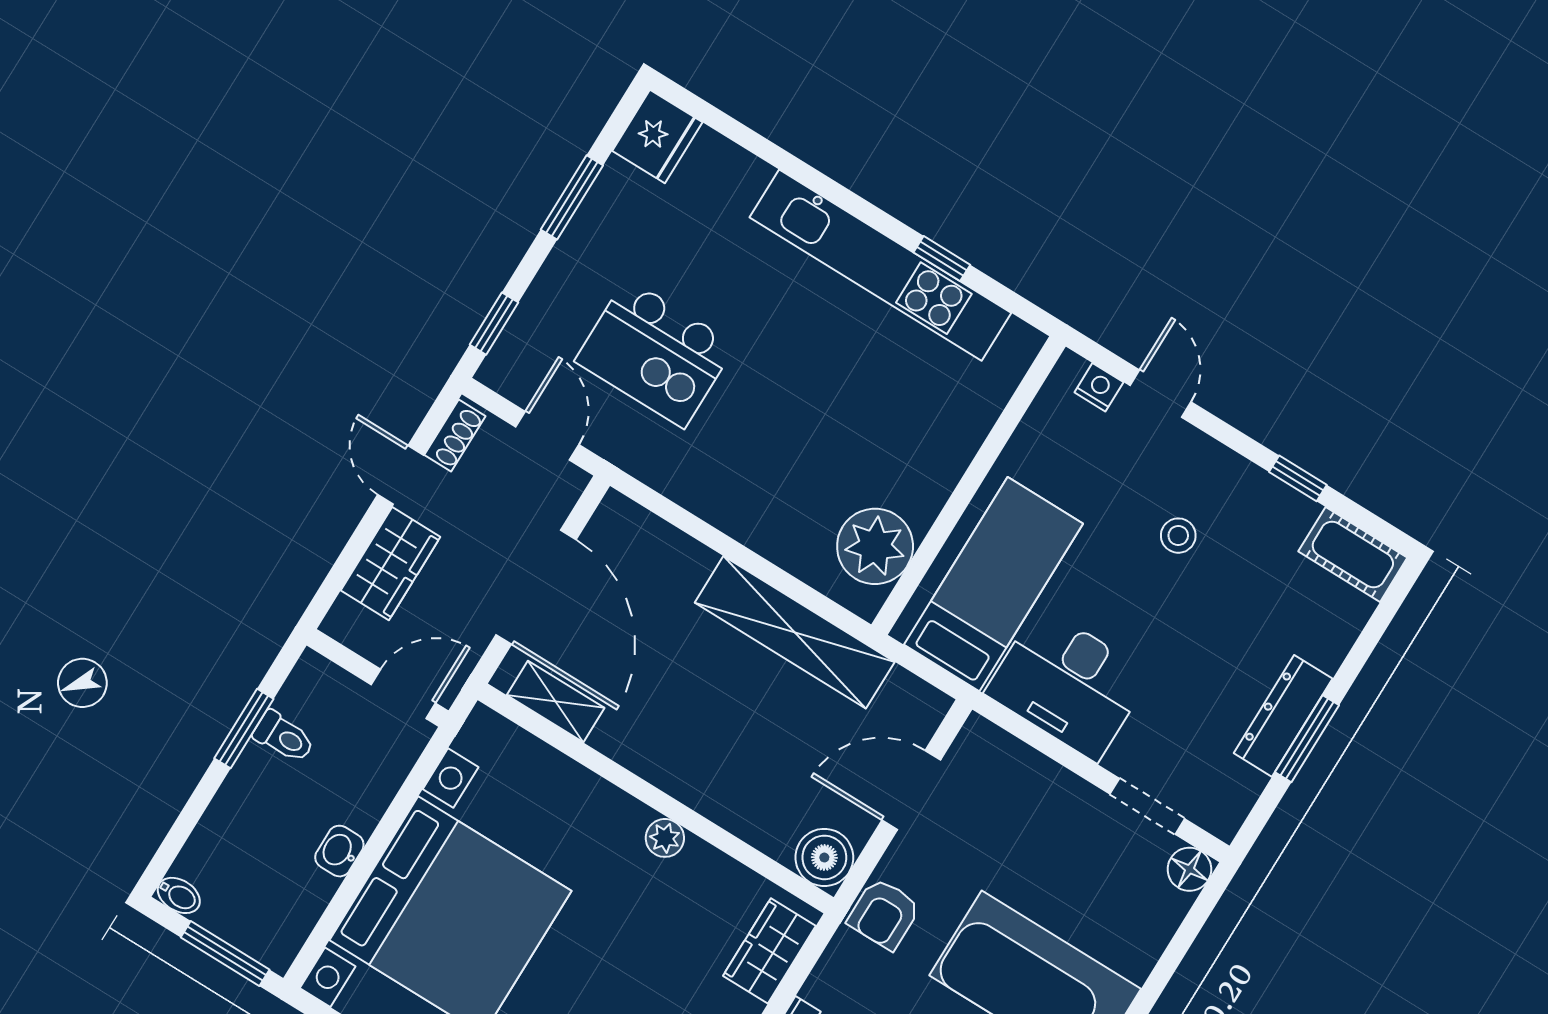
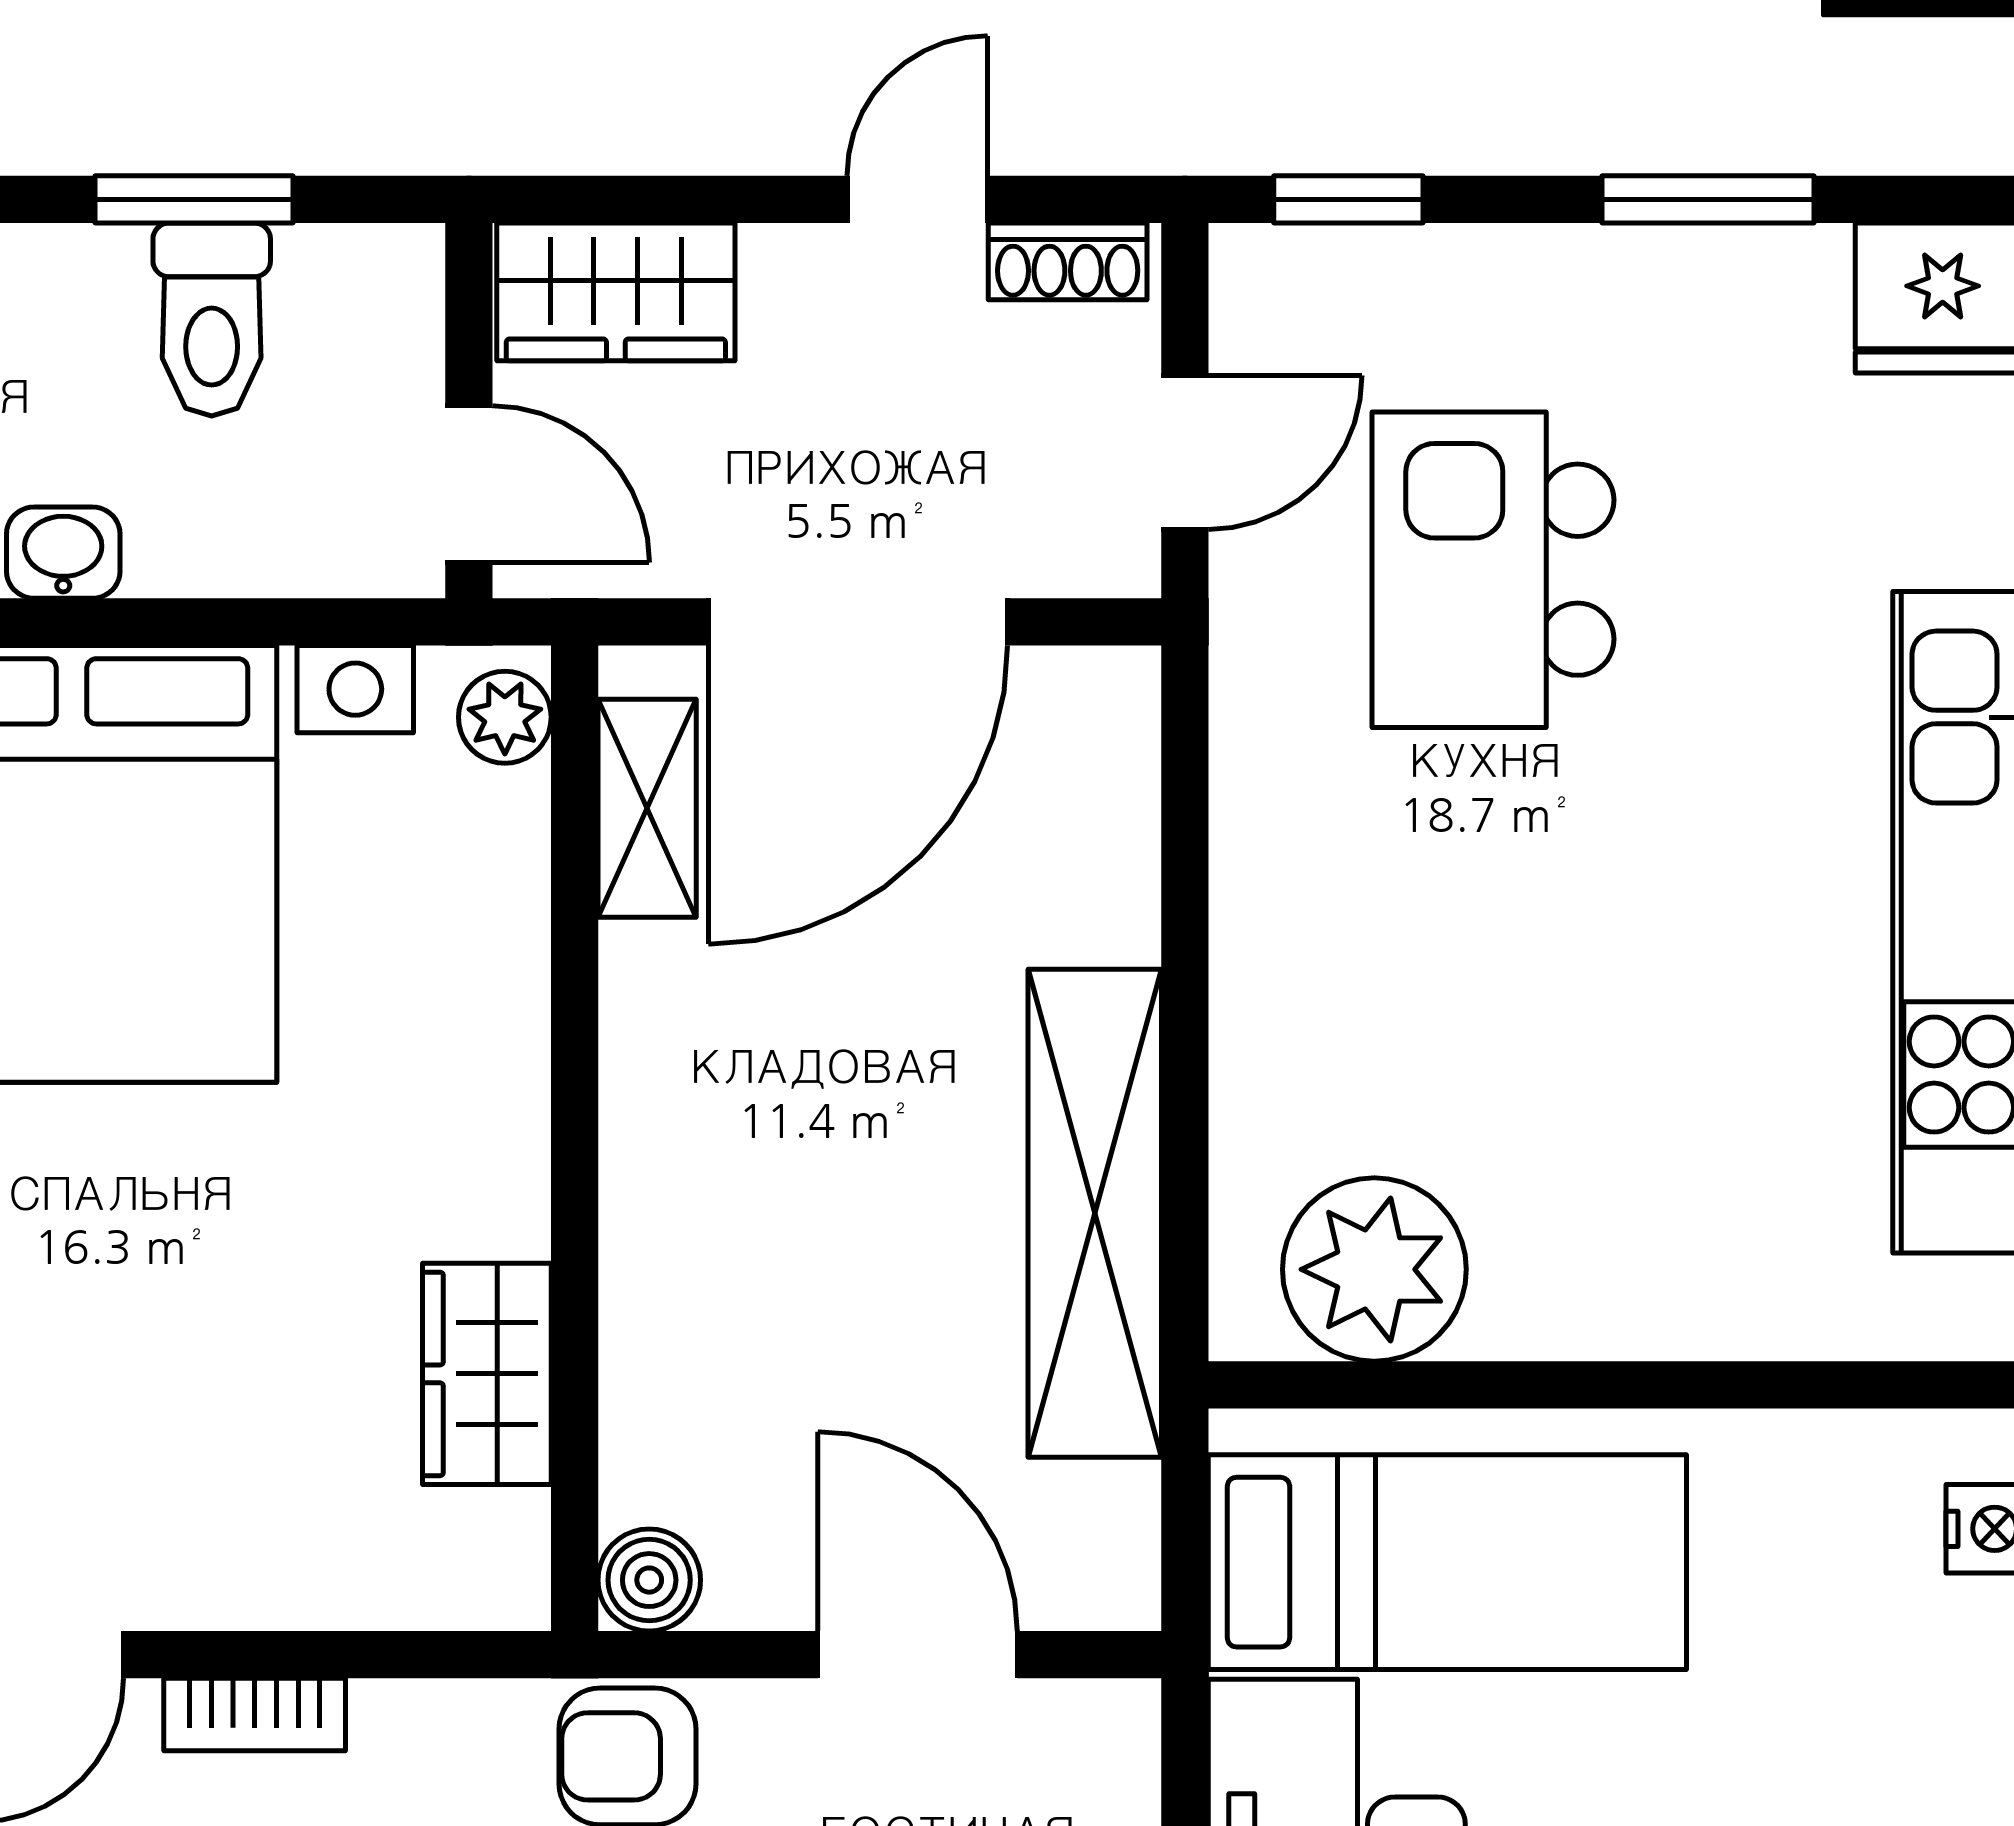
wardrobe: (391, 564) -> (616, 292), moved
toilet: (284, 737) -> (212, 319), width x1.37, depth x1.39
plant: (665, 838) -> (505, 717), moved
boiler: (824, 857) -> (649, 1580), width x0.73, depth x0.73
wardrobe: (769, 951) -> (487, 1374), moved, turned -90

